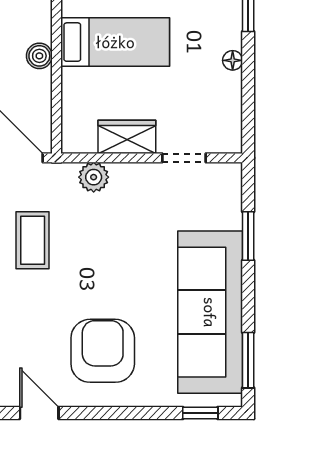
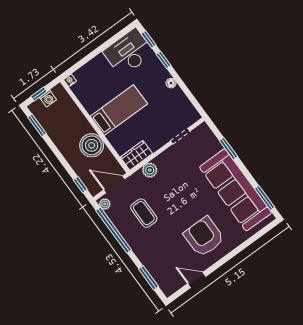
boiler: (39, 56) -> (92, 145), width x1.86, depth x1.86
wardrobe: (127, 137) -> (136, 155), moved
window: (200, 413) -> (261, 233), removed

